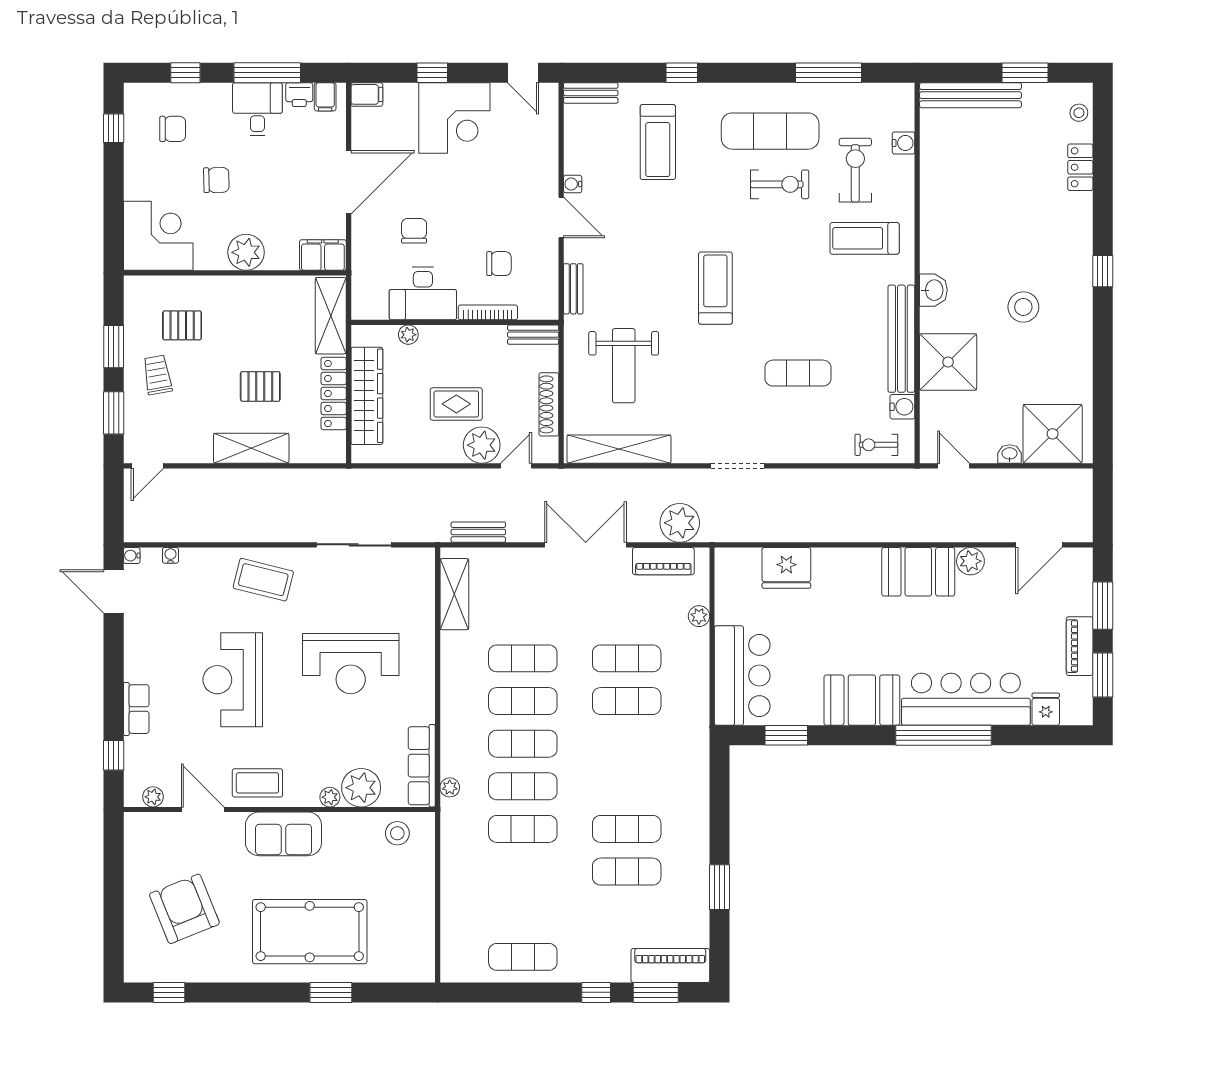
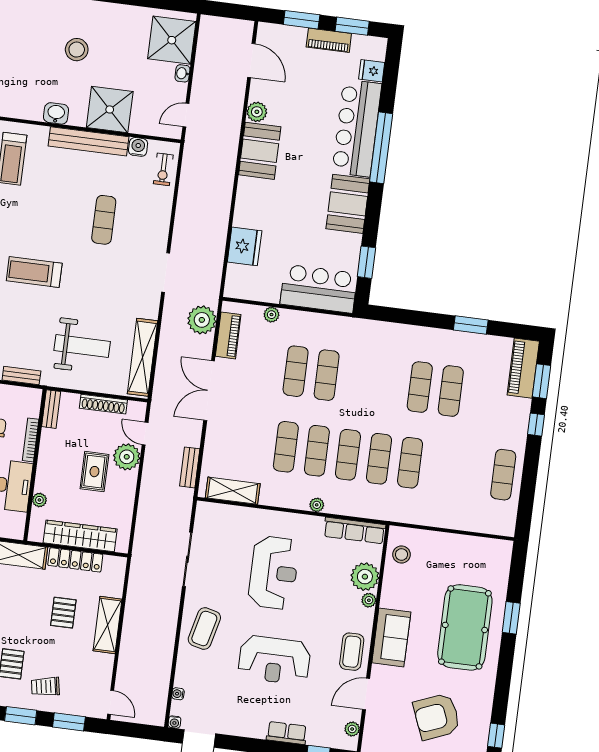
plant: (450, 787) -> (317, 505), moved

